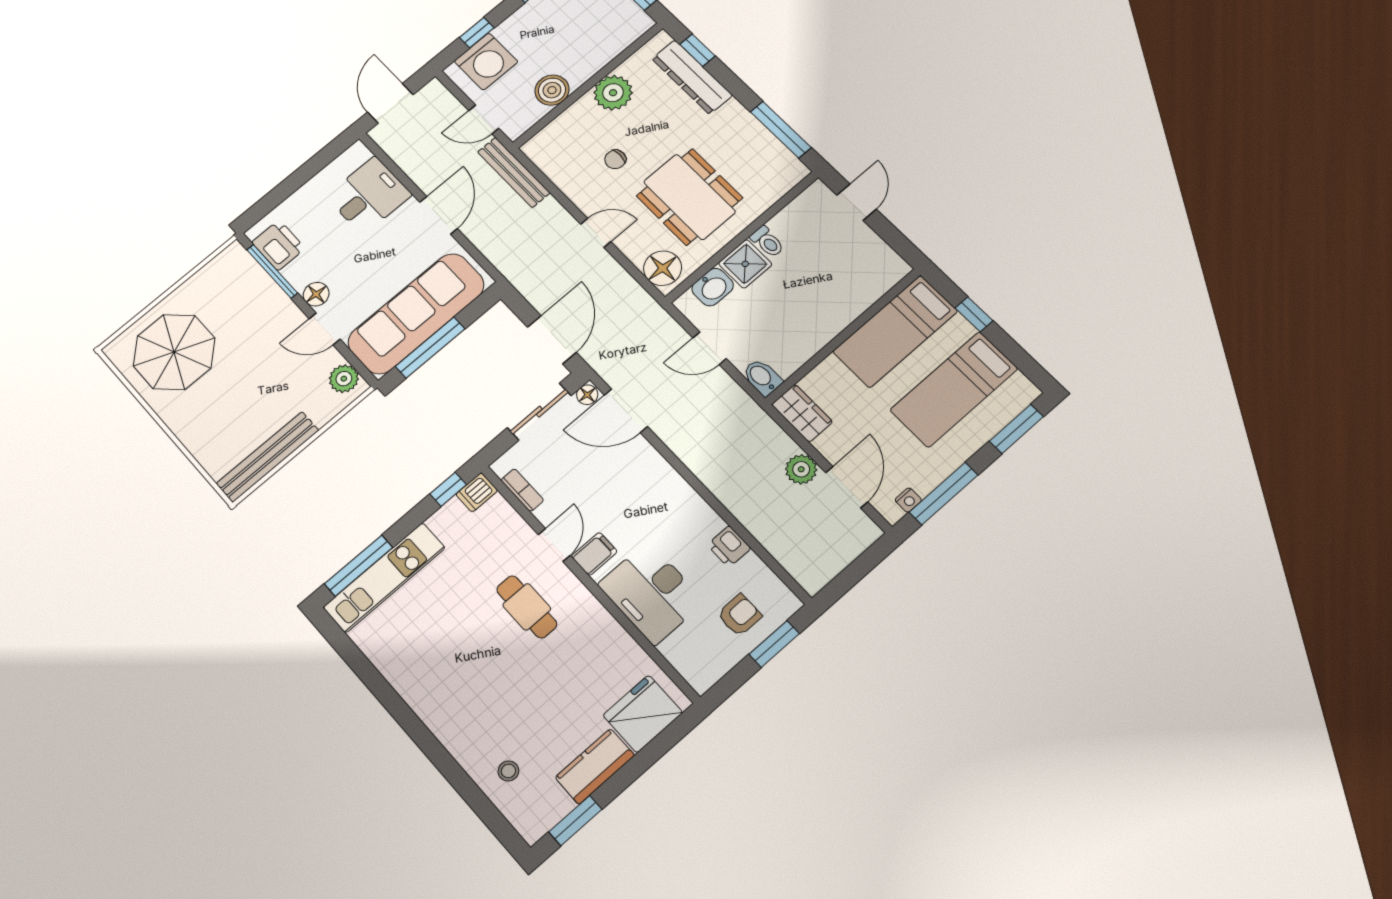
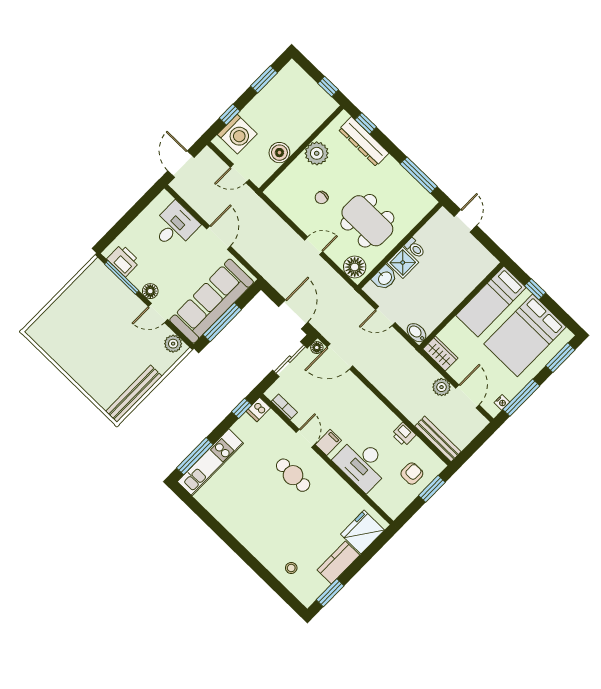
bench: (514, 172) -> (438, 439), moved
parasol: (174, 352) -> (69, 331), removed
bed: (954, 389) -> (525, 335), width x1.50

